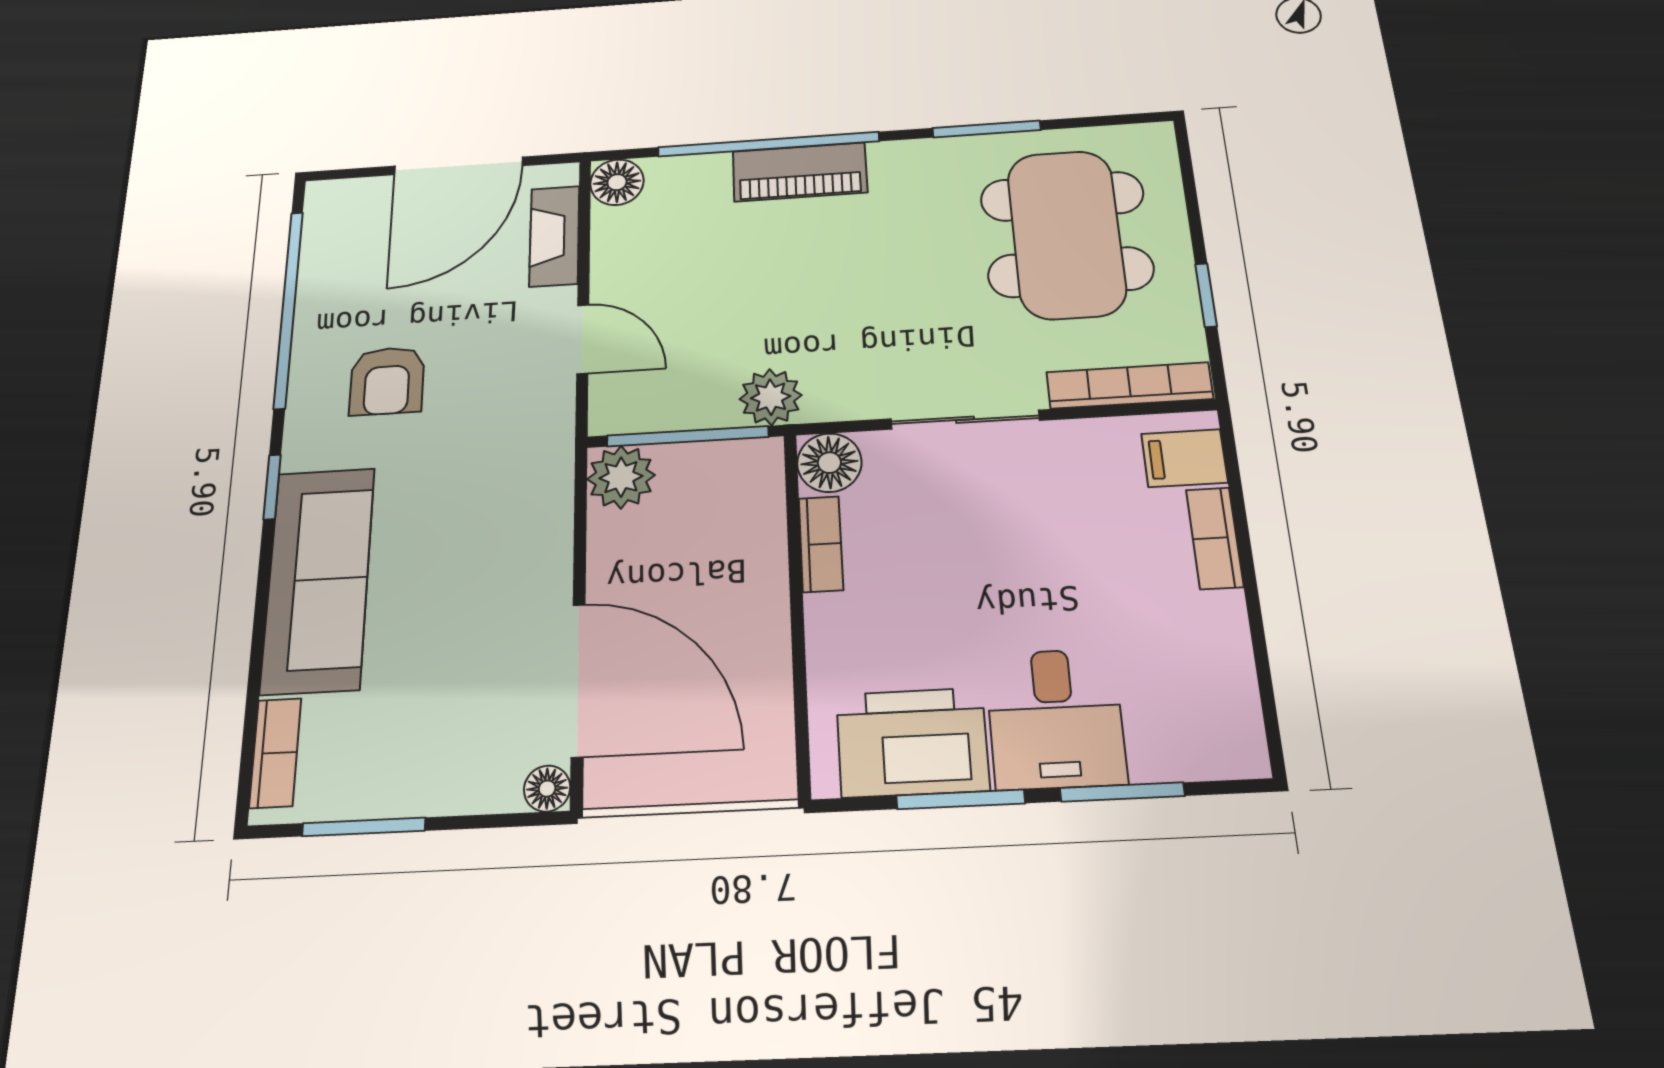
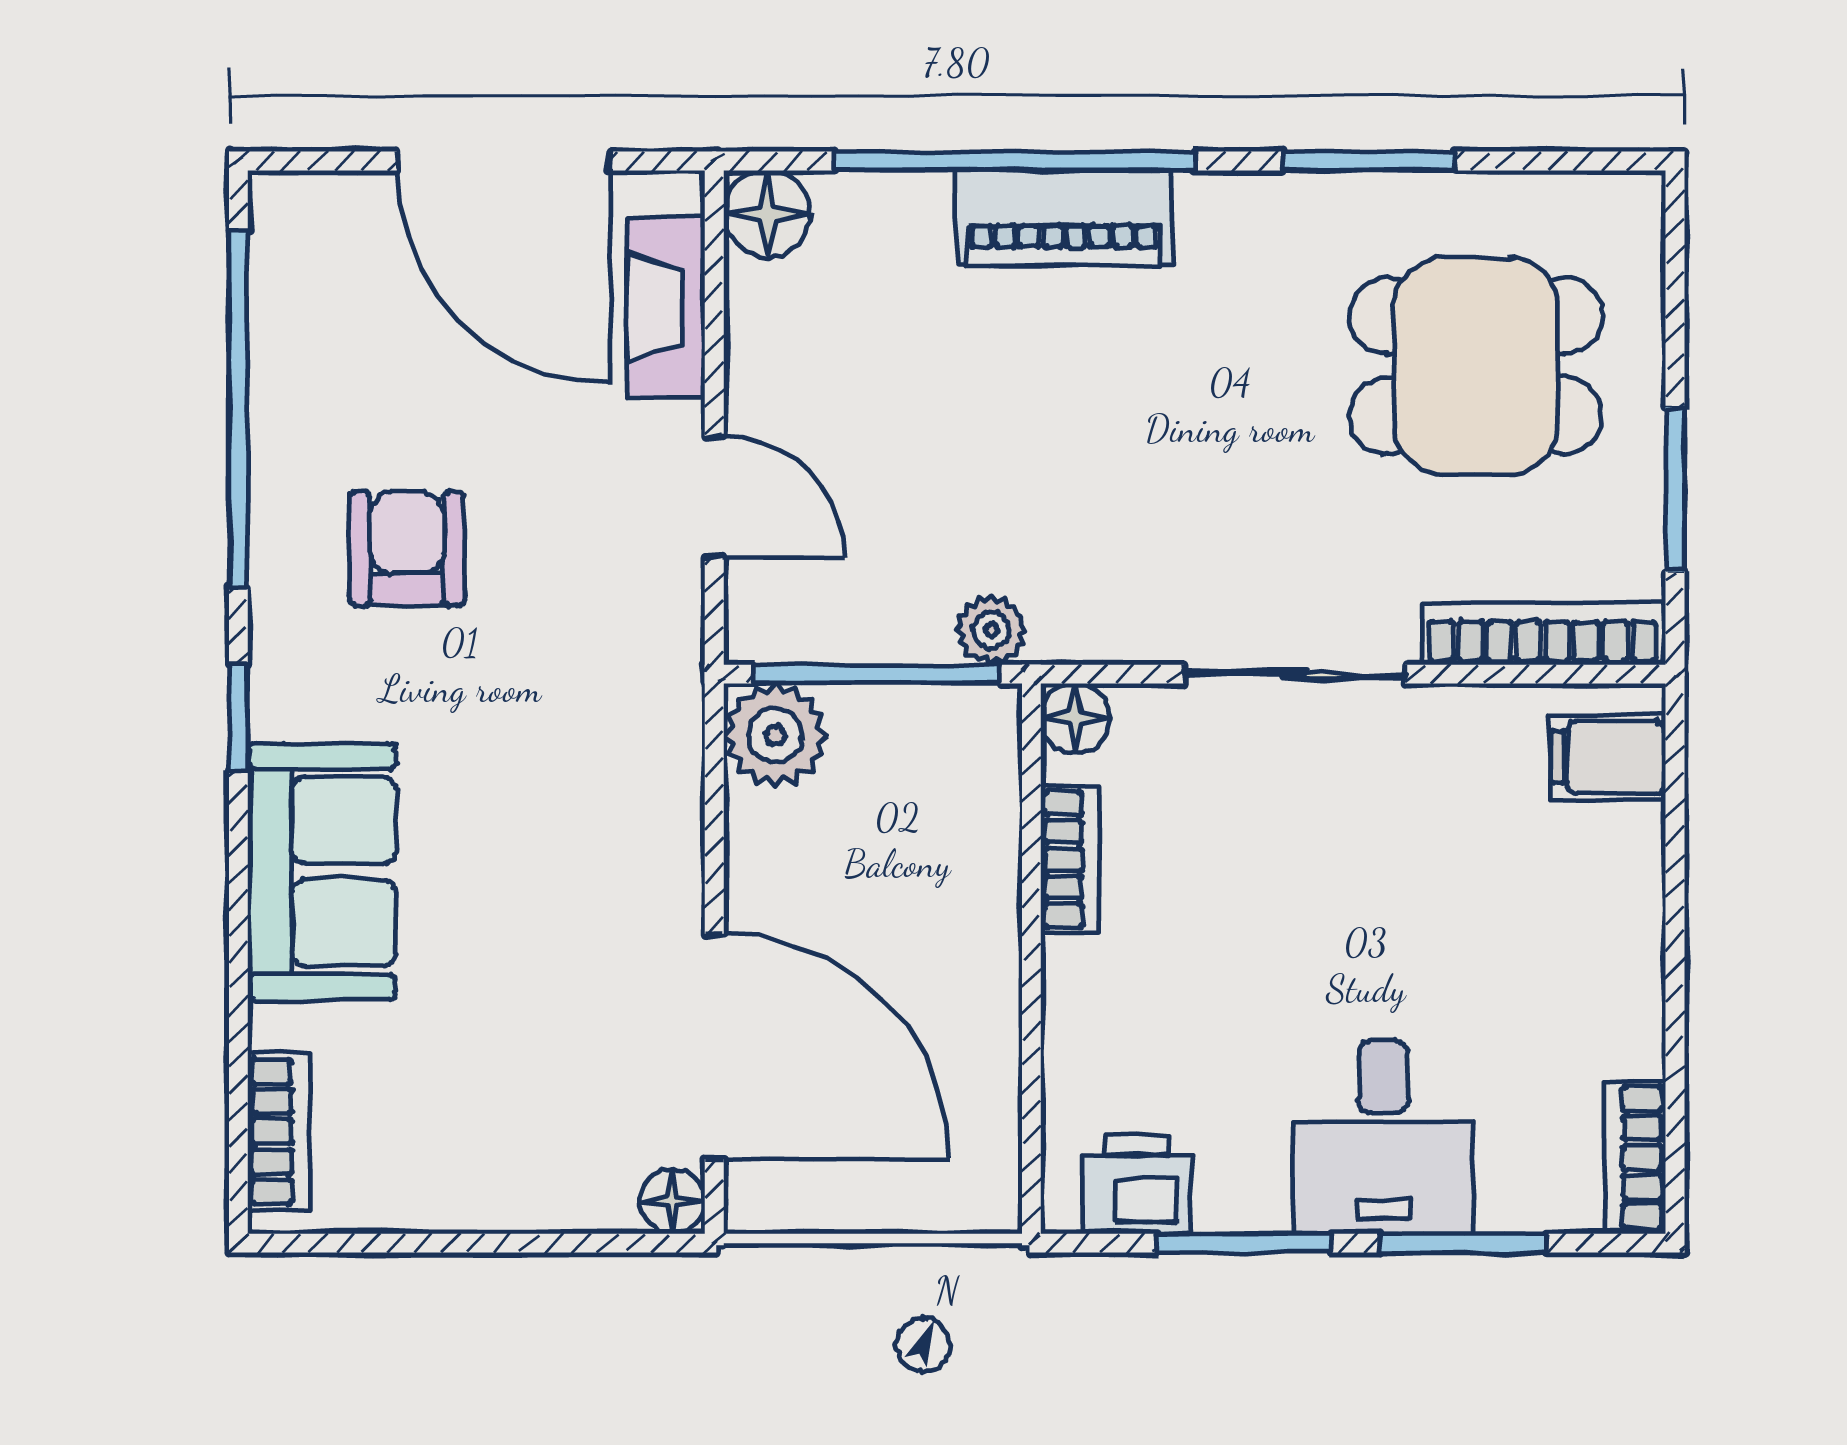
door: (458, 166) -> (503, 161), hinge flipped
dining table: (1066, 234) -> (1476, 366), width x0.73
window: (1206, 295) -> (1675, 489), width x1.50
armchair: (387, 381) -> (407, 549), turned 180
plant: (771, 397) -> (991, 630), width x0.73, depth x0.73
floor lamp: (829, 463) -> (1076, 718), width x0.73, depth x0.73
bookcase: (1215, 538) -> (1635, 1157), moved
sofa: (318, 579) -> (322, 872), width x0.73
printer: (912, 742) -> (1137, 1184), width x0.53, depth x0.68
window: (364, 827) -> (414, 1243), removed

